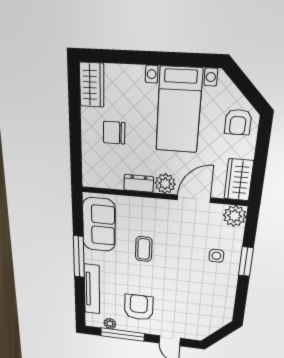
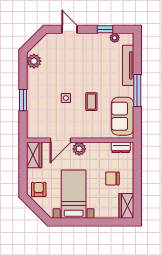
chair: (114, 133) -> (112, 178), turned 180
dresser: (139, 183) -> (121, 147), moved
plant: (235, 216) -> (34, 61), moved
side table: (216, 256) -> (66, 98), moved
armchair: (139, 307) -> (93, 55), removed
window: (122, 335) -> (105, 29), width x0.46

